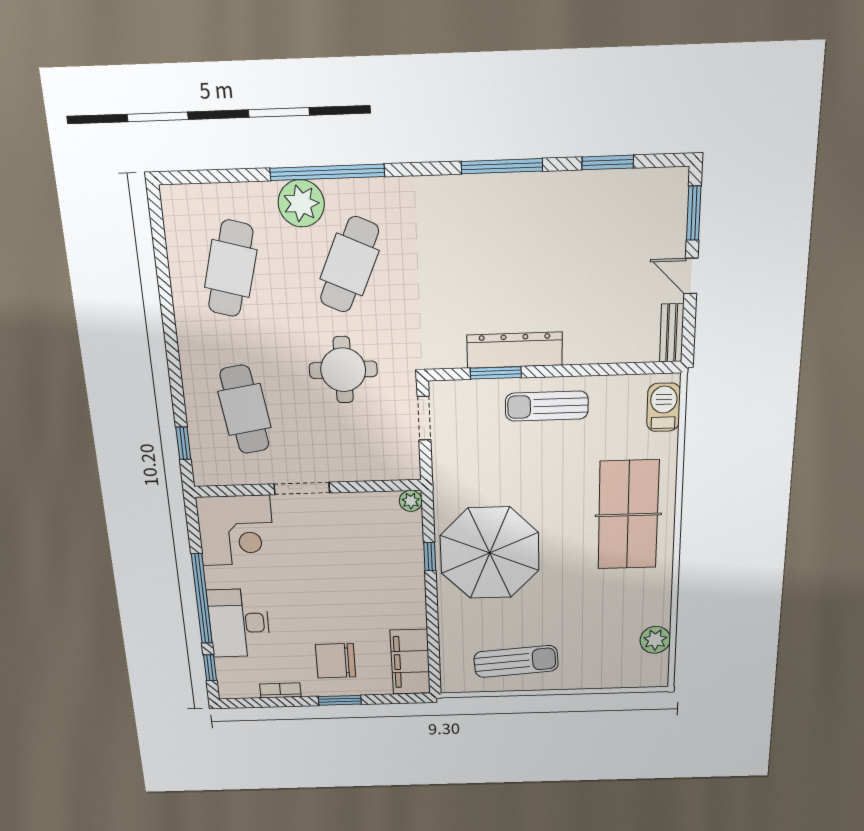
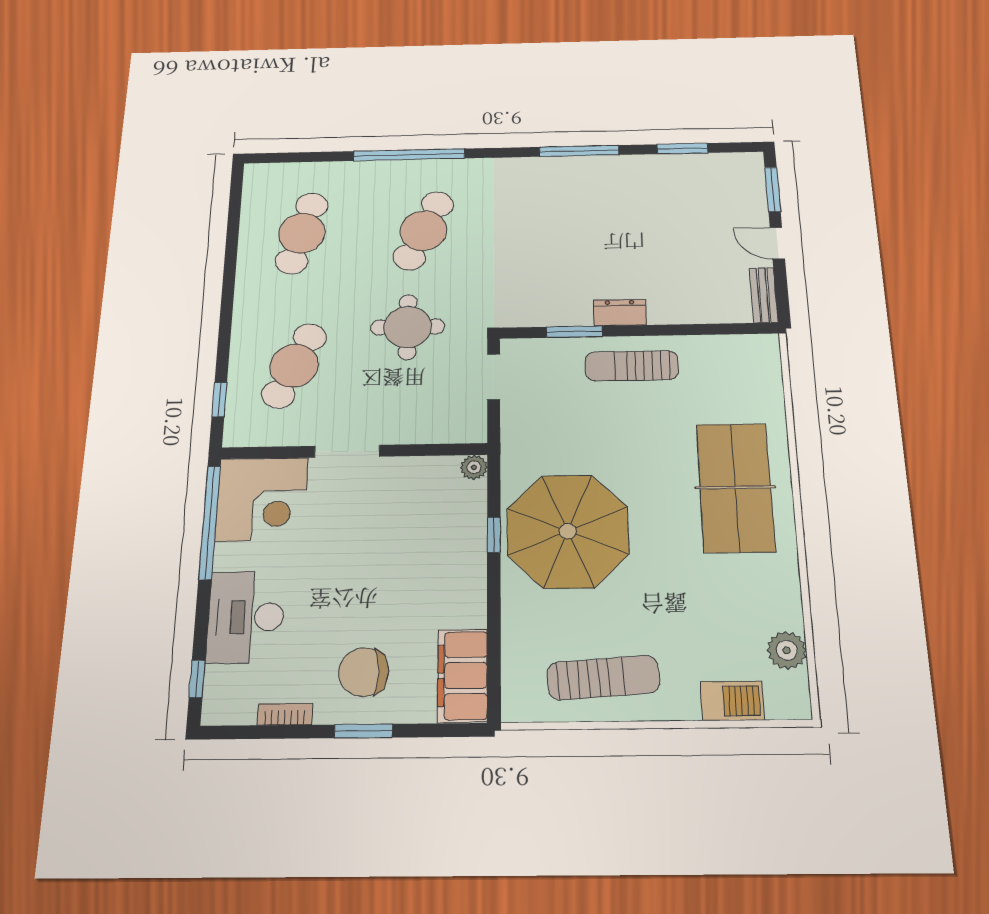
plant: (301, 203) -> (381, 179), removed
dresser: (515, 350) -> (620, 312), width x0.51, depth x0.80
barbecue: (664, 407) -> (732, 701), moved, turned 90
cafe table: (245, 410) -> (294, 366), turned 33
window: (202, 599) -> (210, 522), moved

